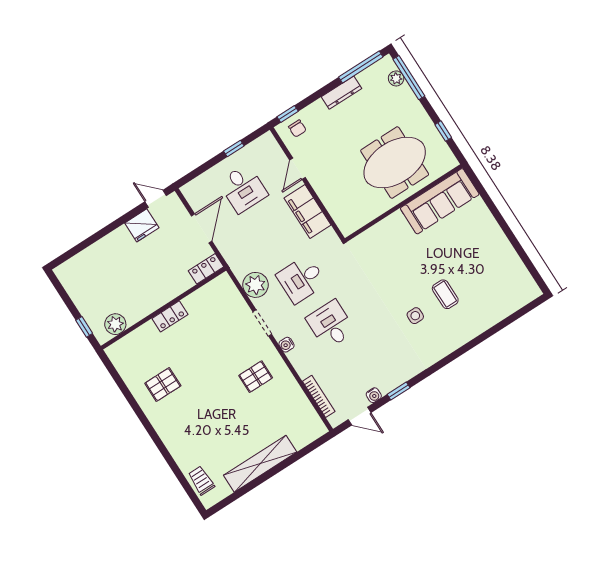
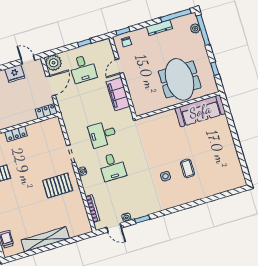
meeting table: (395, 163) -> (180, 79), turned 90
plant: (255, 285) -> (54, 63), moved
desk: (331, 325) -> (112, 167), turned 180
pallet: (256, 377) -> (58, 185), width x1.50, depth x1.42

